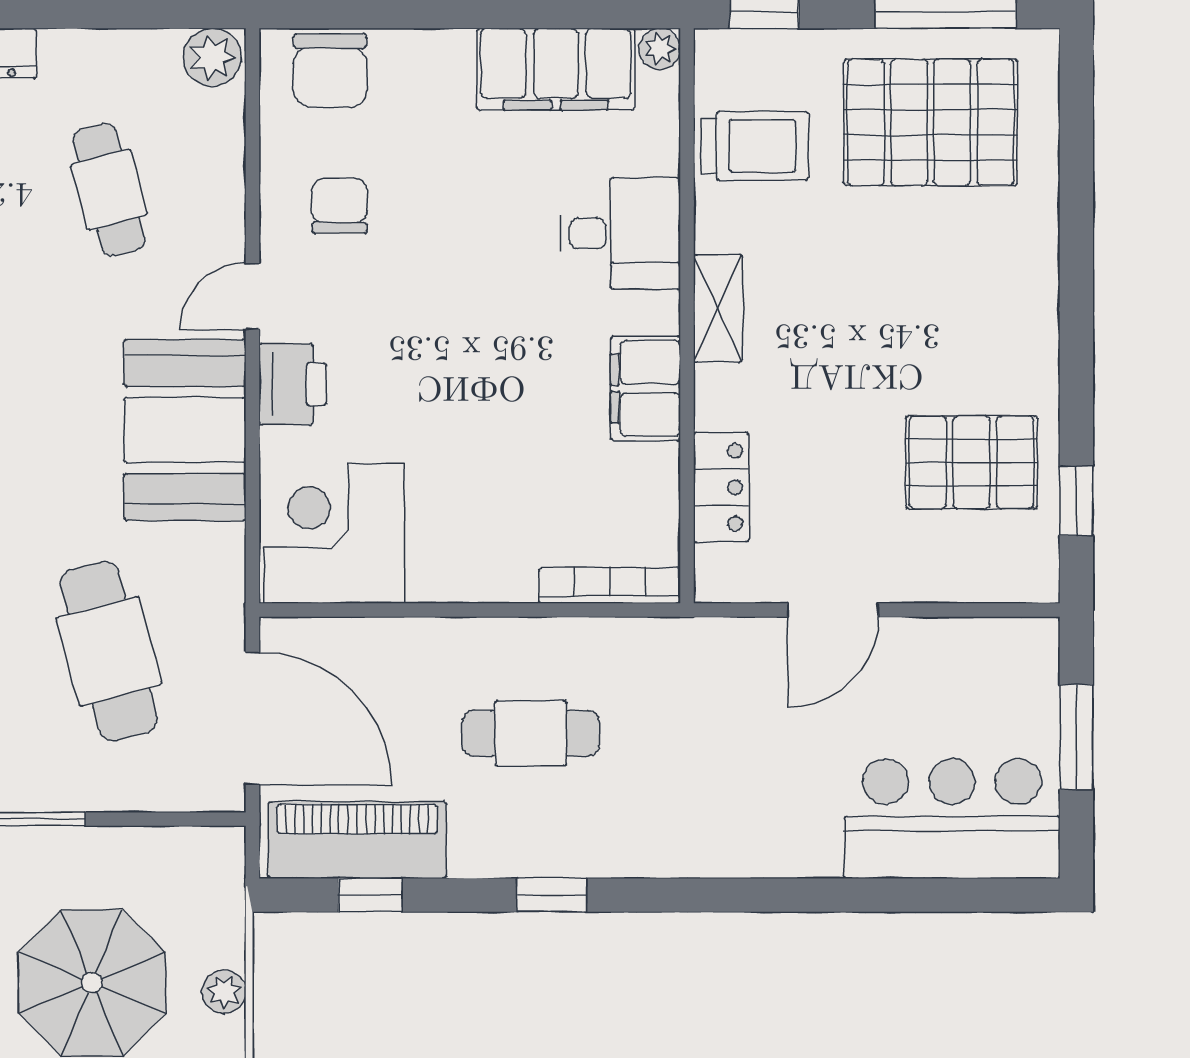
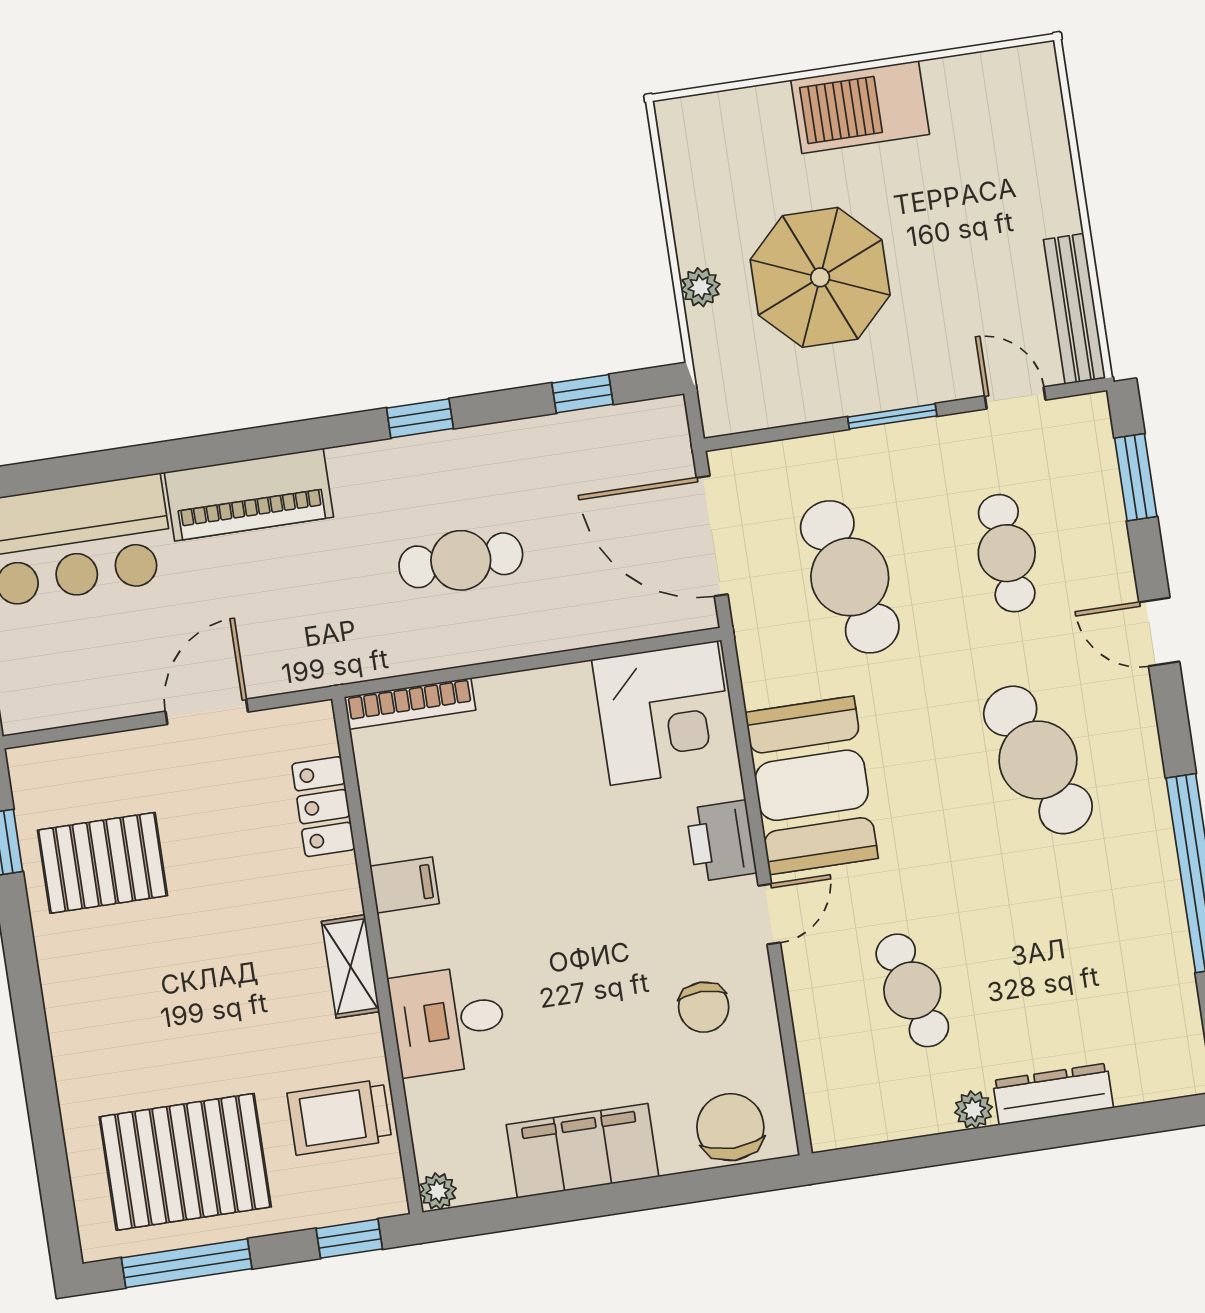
plant: (212, 57) -> (973, 1110), moved, width x0.73, depth x0.73
filing cabinet: (556, 69) -> (583, 1151), moved
filing cabinet: (645, 388) -> (405, 885), width x0.50
piano: (357, 840) -> (249, 495), moved

